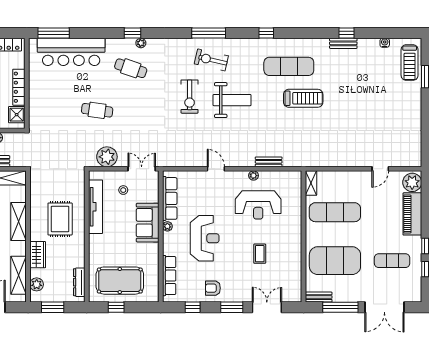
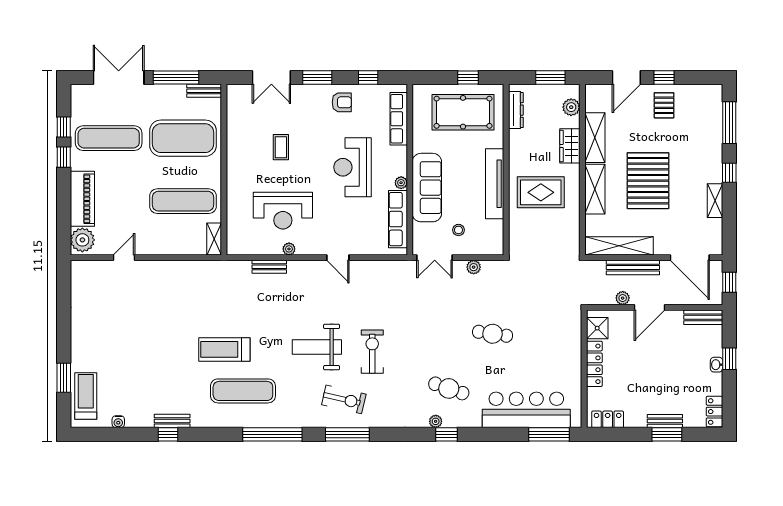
window: (266, 33) -> (272, 434), width x3.17
plant: (107, 157) -> (474, 267), width x0.53, depth x0.53
reception desk: (258, 205) -> (283, 211), turned 180
tv unit: (96, 207) -> (495, 184), moved
rug: (60, 219) -> (541, 192), turned 90
sofa: (148, 223) -> (427, 188), width x1.36
exercise mat: (392, 261) -> (109, 138), width x1.36, depth x1.45
shelving: (18, 275) -> (595, 138), moved

